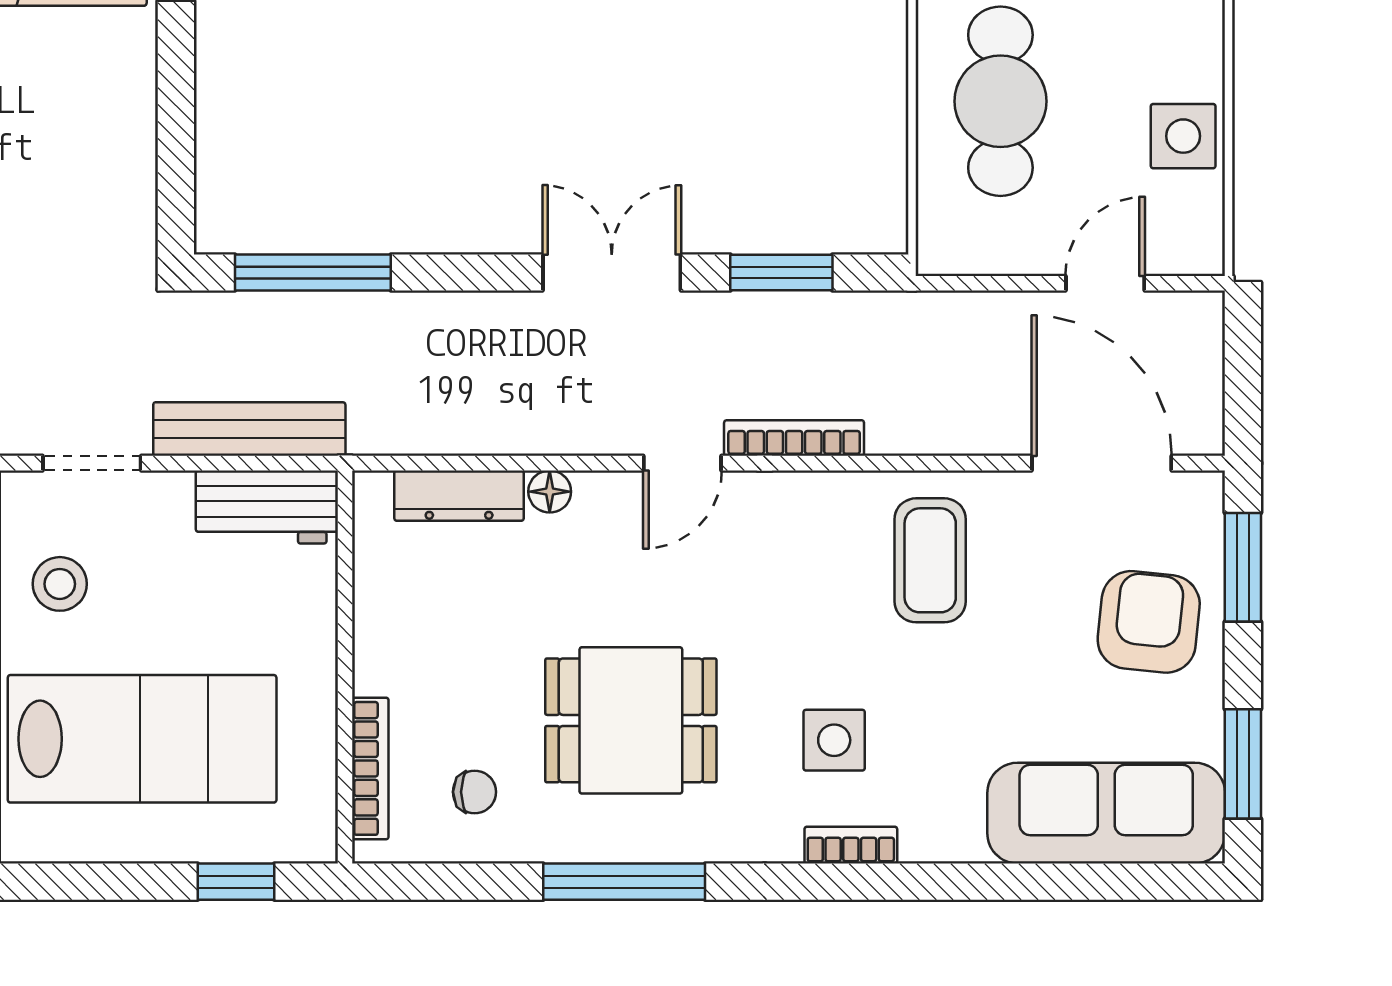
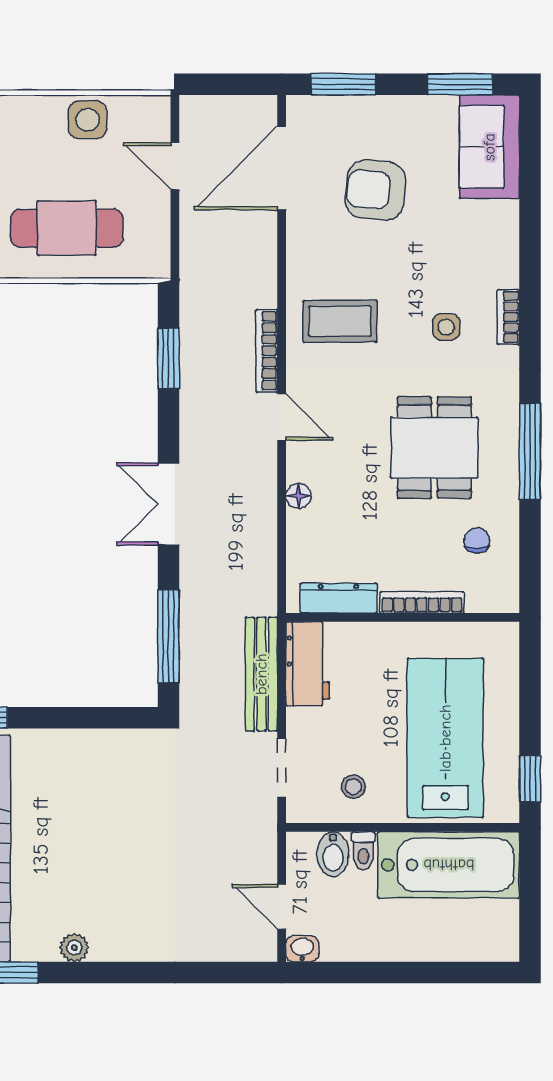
double door: (612, 272) -> (168, 504), moved
dresser: (459, 496) -> (339, 598), moved, turned -90
coffee table: (930, 560) -> (340, 321), moved
stool: (60, 584) -> (353, 787), width x0.73, depth x0.73
armchair: (1149, 622) -> (375, 190), moved
side table: (834, 740) -> (446, 327), width x0.73, depth x0.73
bookcase: (370, 768) -> (422, 602), moved
sofa: (1106, 813) -> (489, 147), width x0.73
window: (236, 882) -> (530, 779), moved

